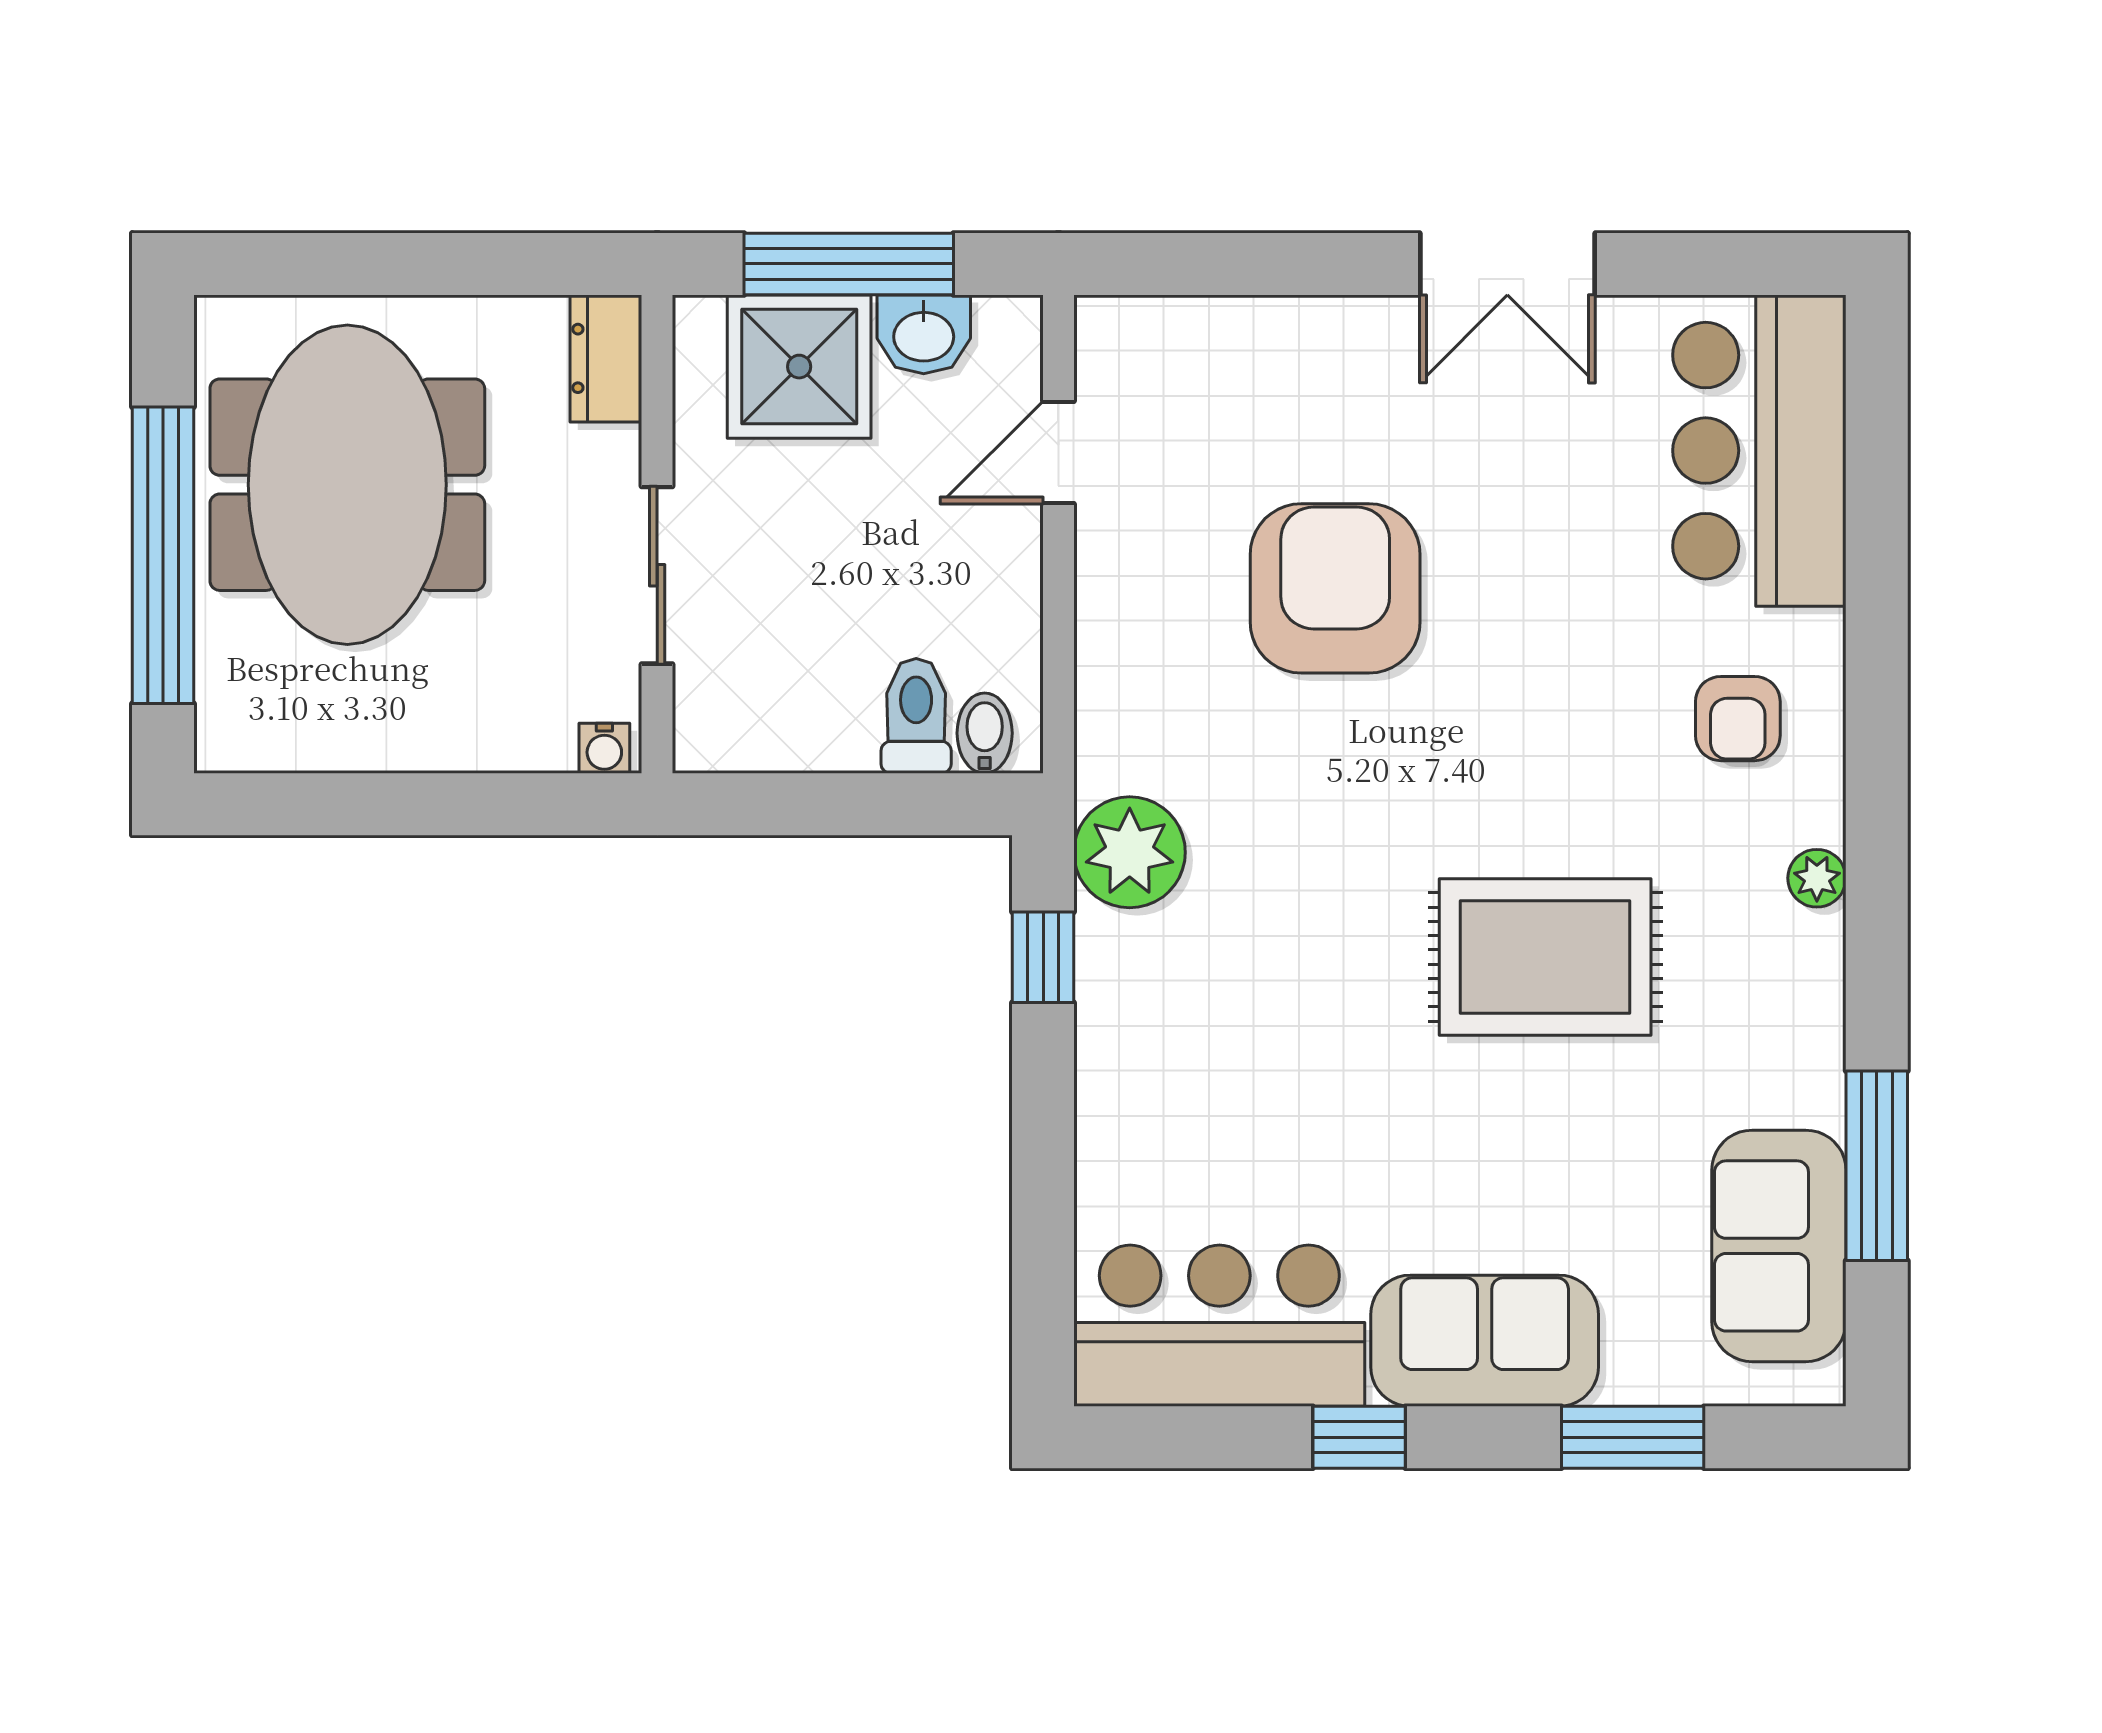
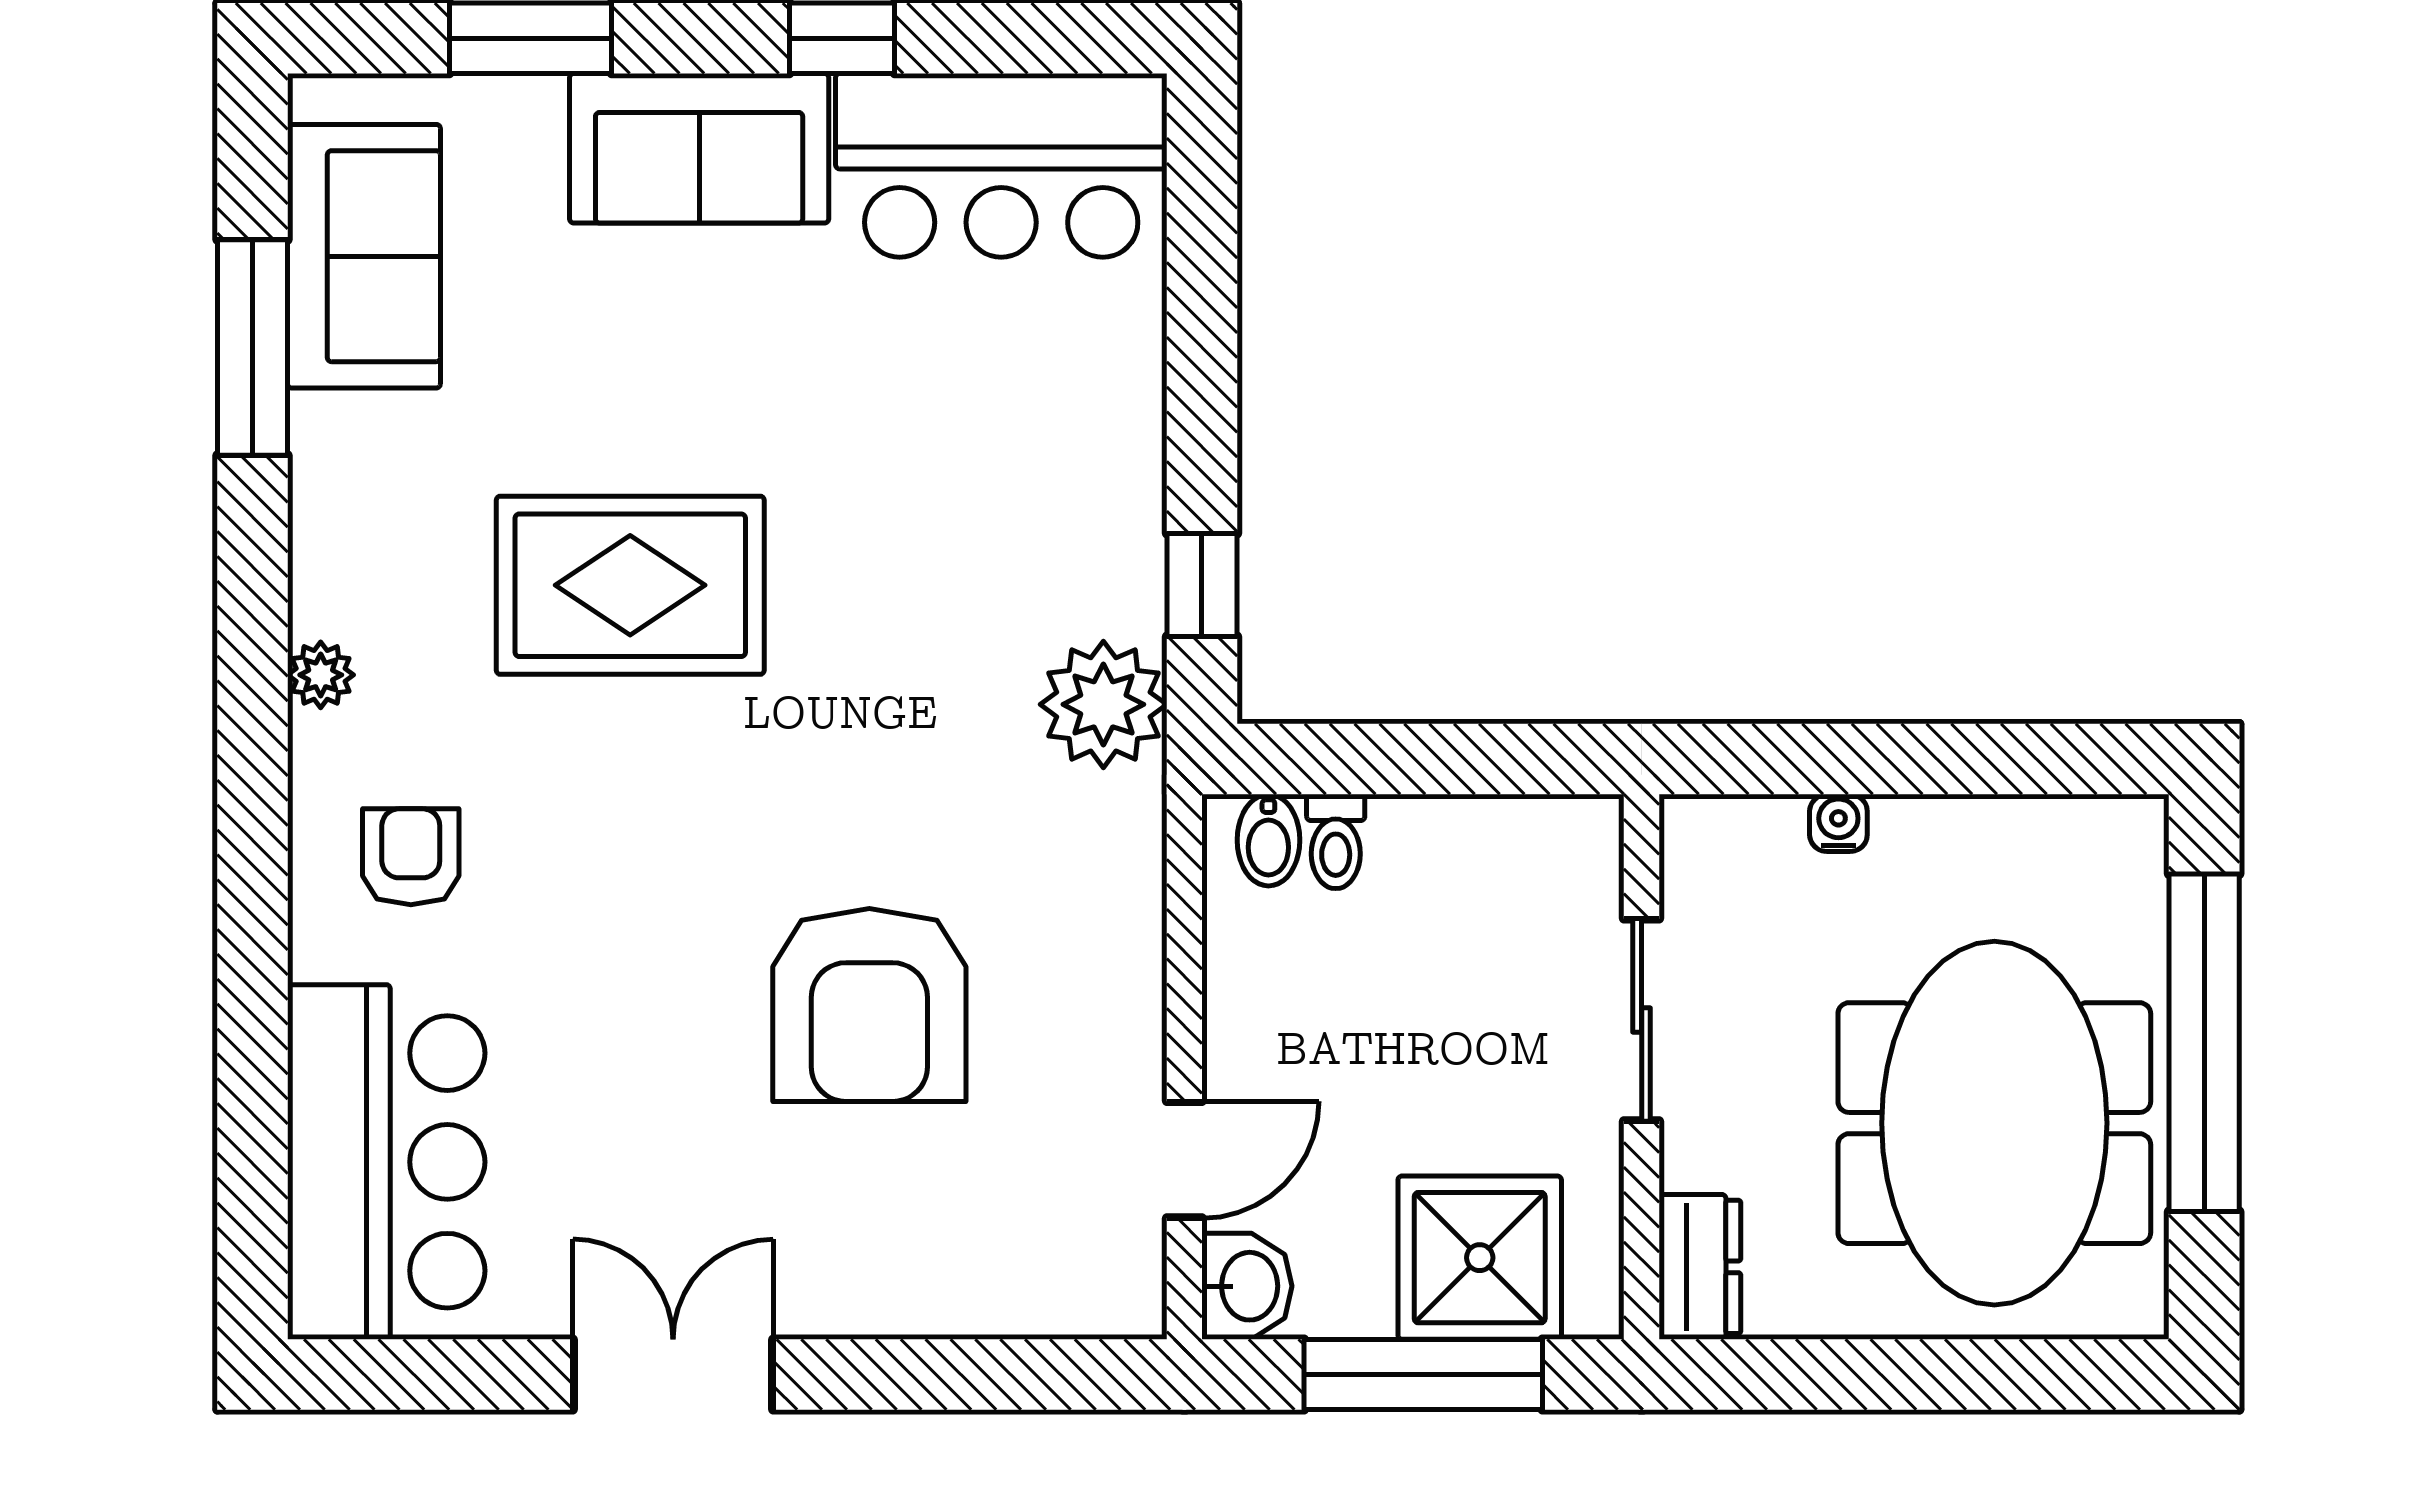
washbasin: (924, 334) -> (1247, 1286), moved, turned 90
toilet: (916, 716) -> (1336, 841), width x0.73, depth x0.72
water cooler: (604, 748) -> (1838, 823), moved

